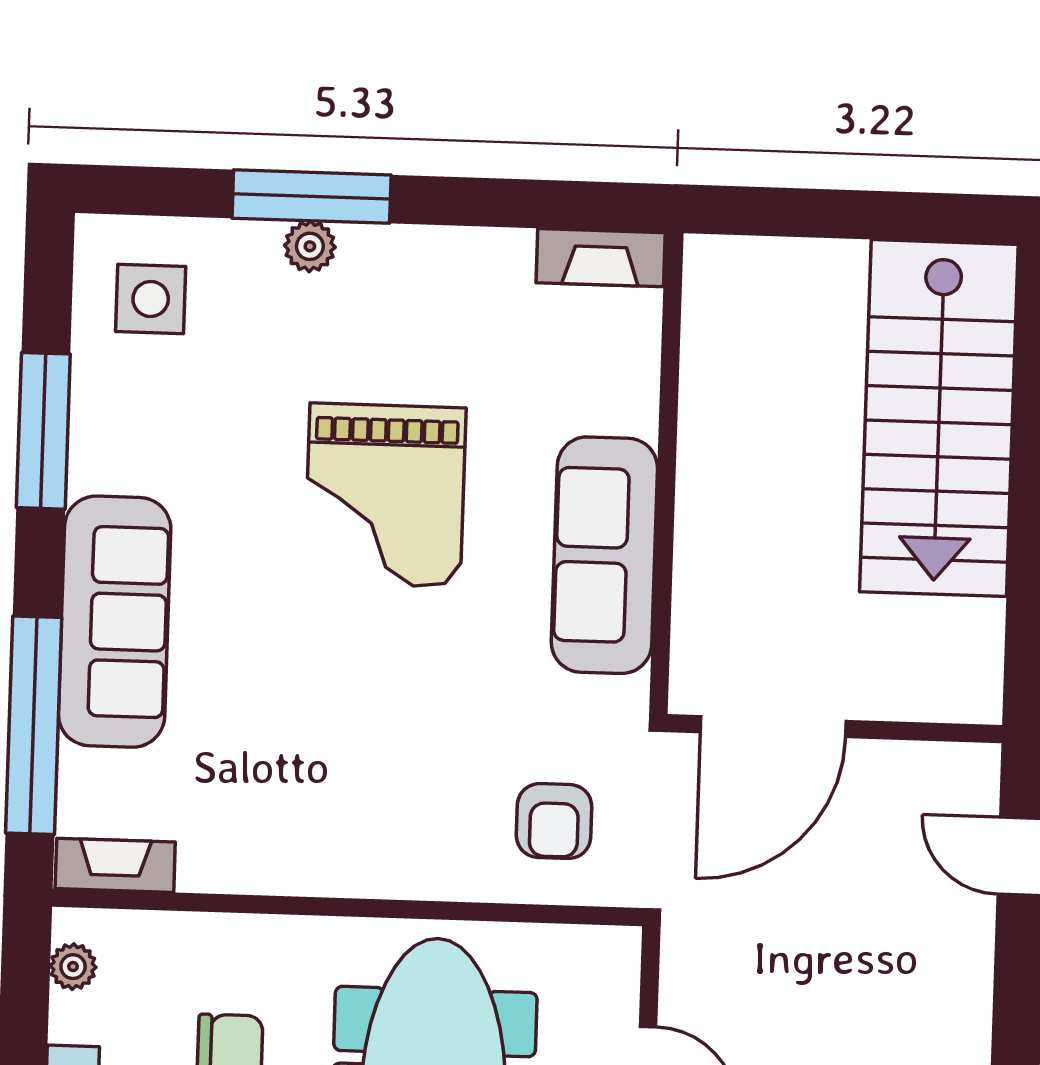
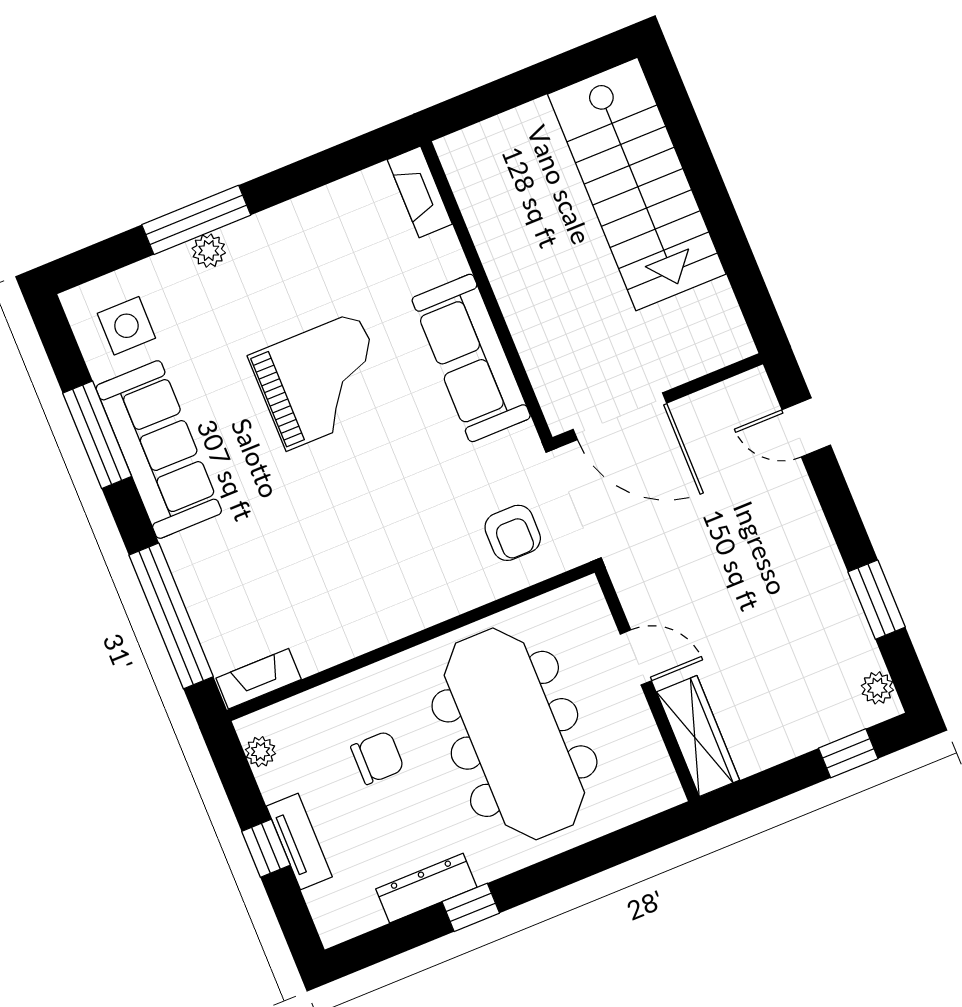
fireplace: (601, 258) -> (420, 192), moved, turned 90
grand piano: (385, 495) -> (322, 381), turned -90
sofa: (115, 622) -> (159, 450), moved
door: (773, 727) -> (620, 416), hinge flipped

